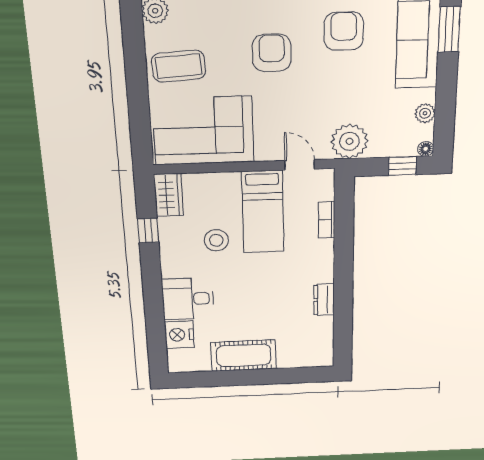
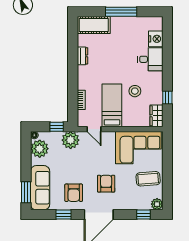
armchair: (272, 53) -> (106, 184), turned 180
plant: (425, 113) -> (40, 149), width x1.87, depth x1.87
window: (402, 166) -> (57, 127), moved
cot: (244, 355) -> (94, 25), moved
window: (249, 377) -> (121, 12), added

